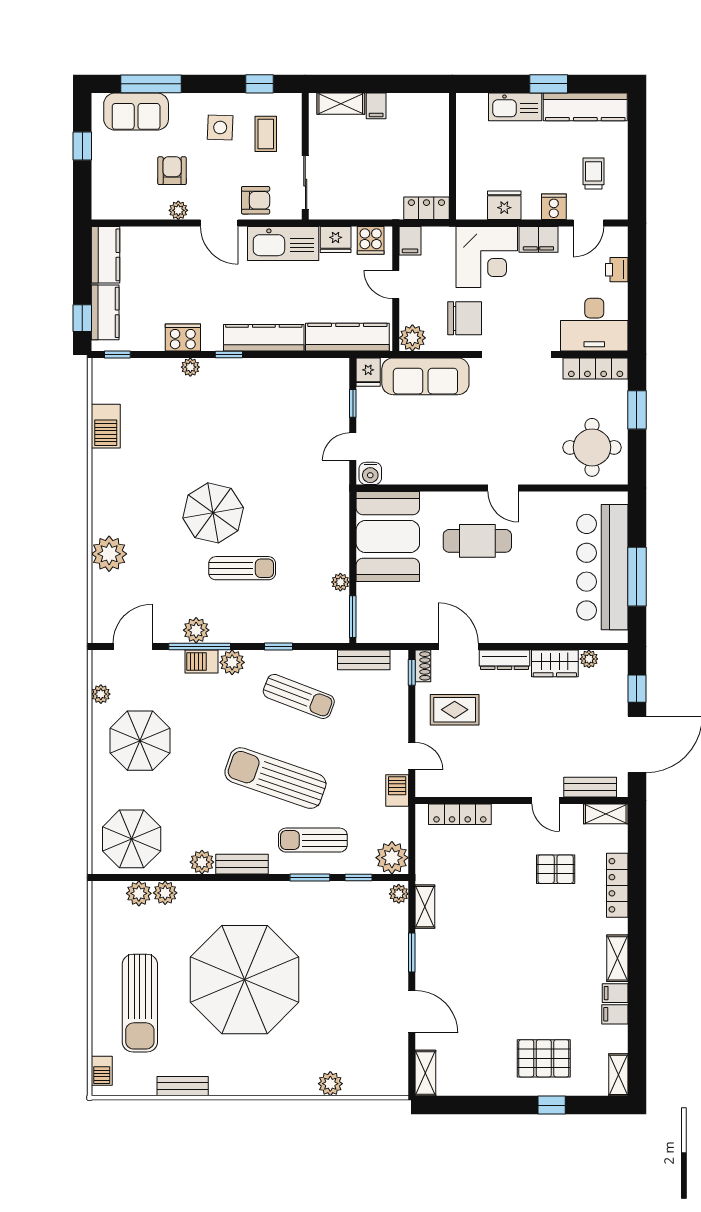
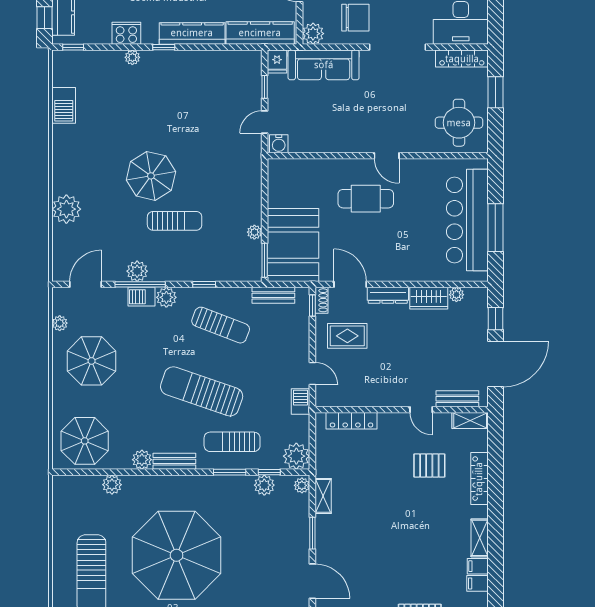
booth: (388, 537) -> (293, 245), moved
plant: (139, 893) -> (264, 485), moved

